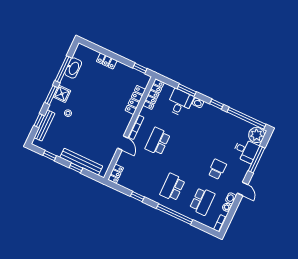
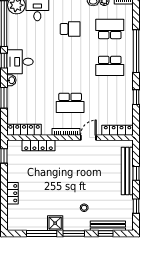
washbasin: (73, 68) -> (36, 224), removed
shower: (62, 94) -> (55, 223), moved
desk: (180, 103) -> (20, 62), moved
school desk: (217, 169) -> (70, 29), turned 180
locker: (116, 174) -> (118, 130), width x1.53

